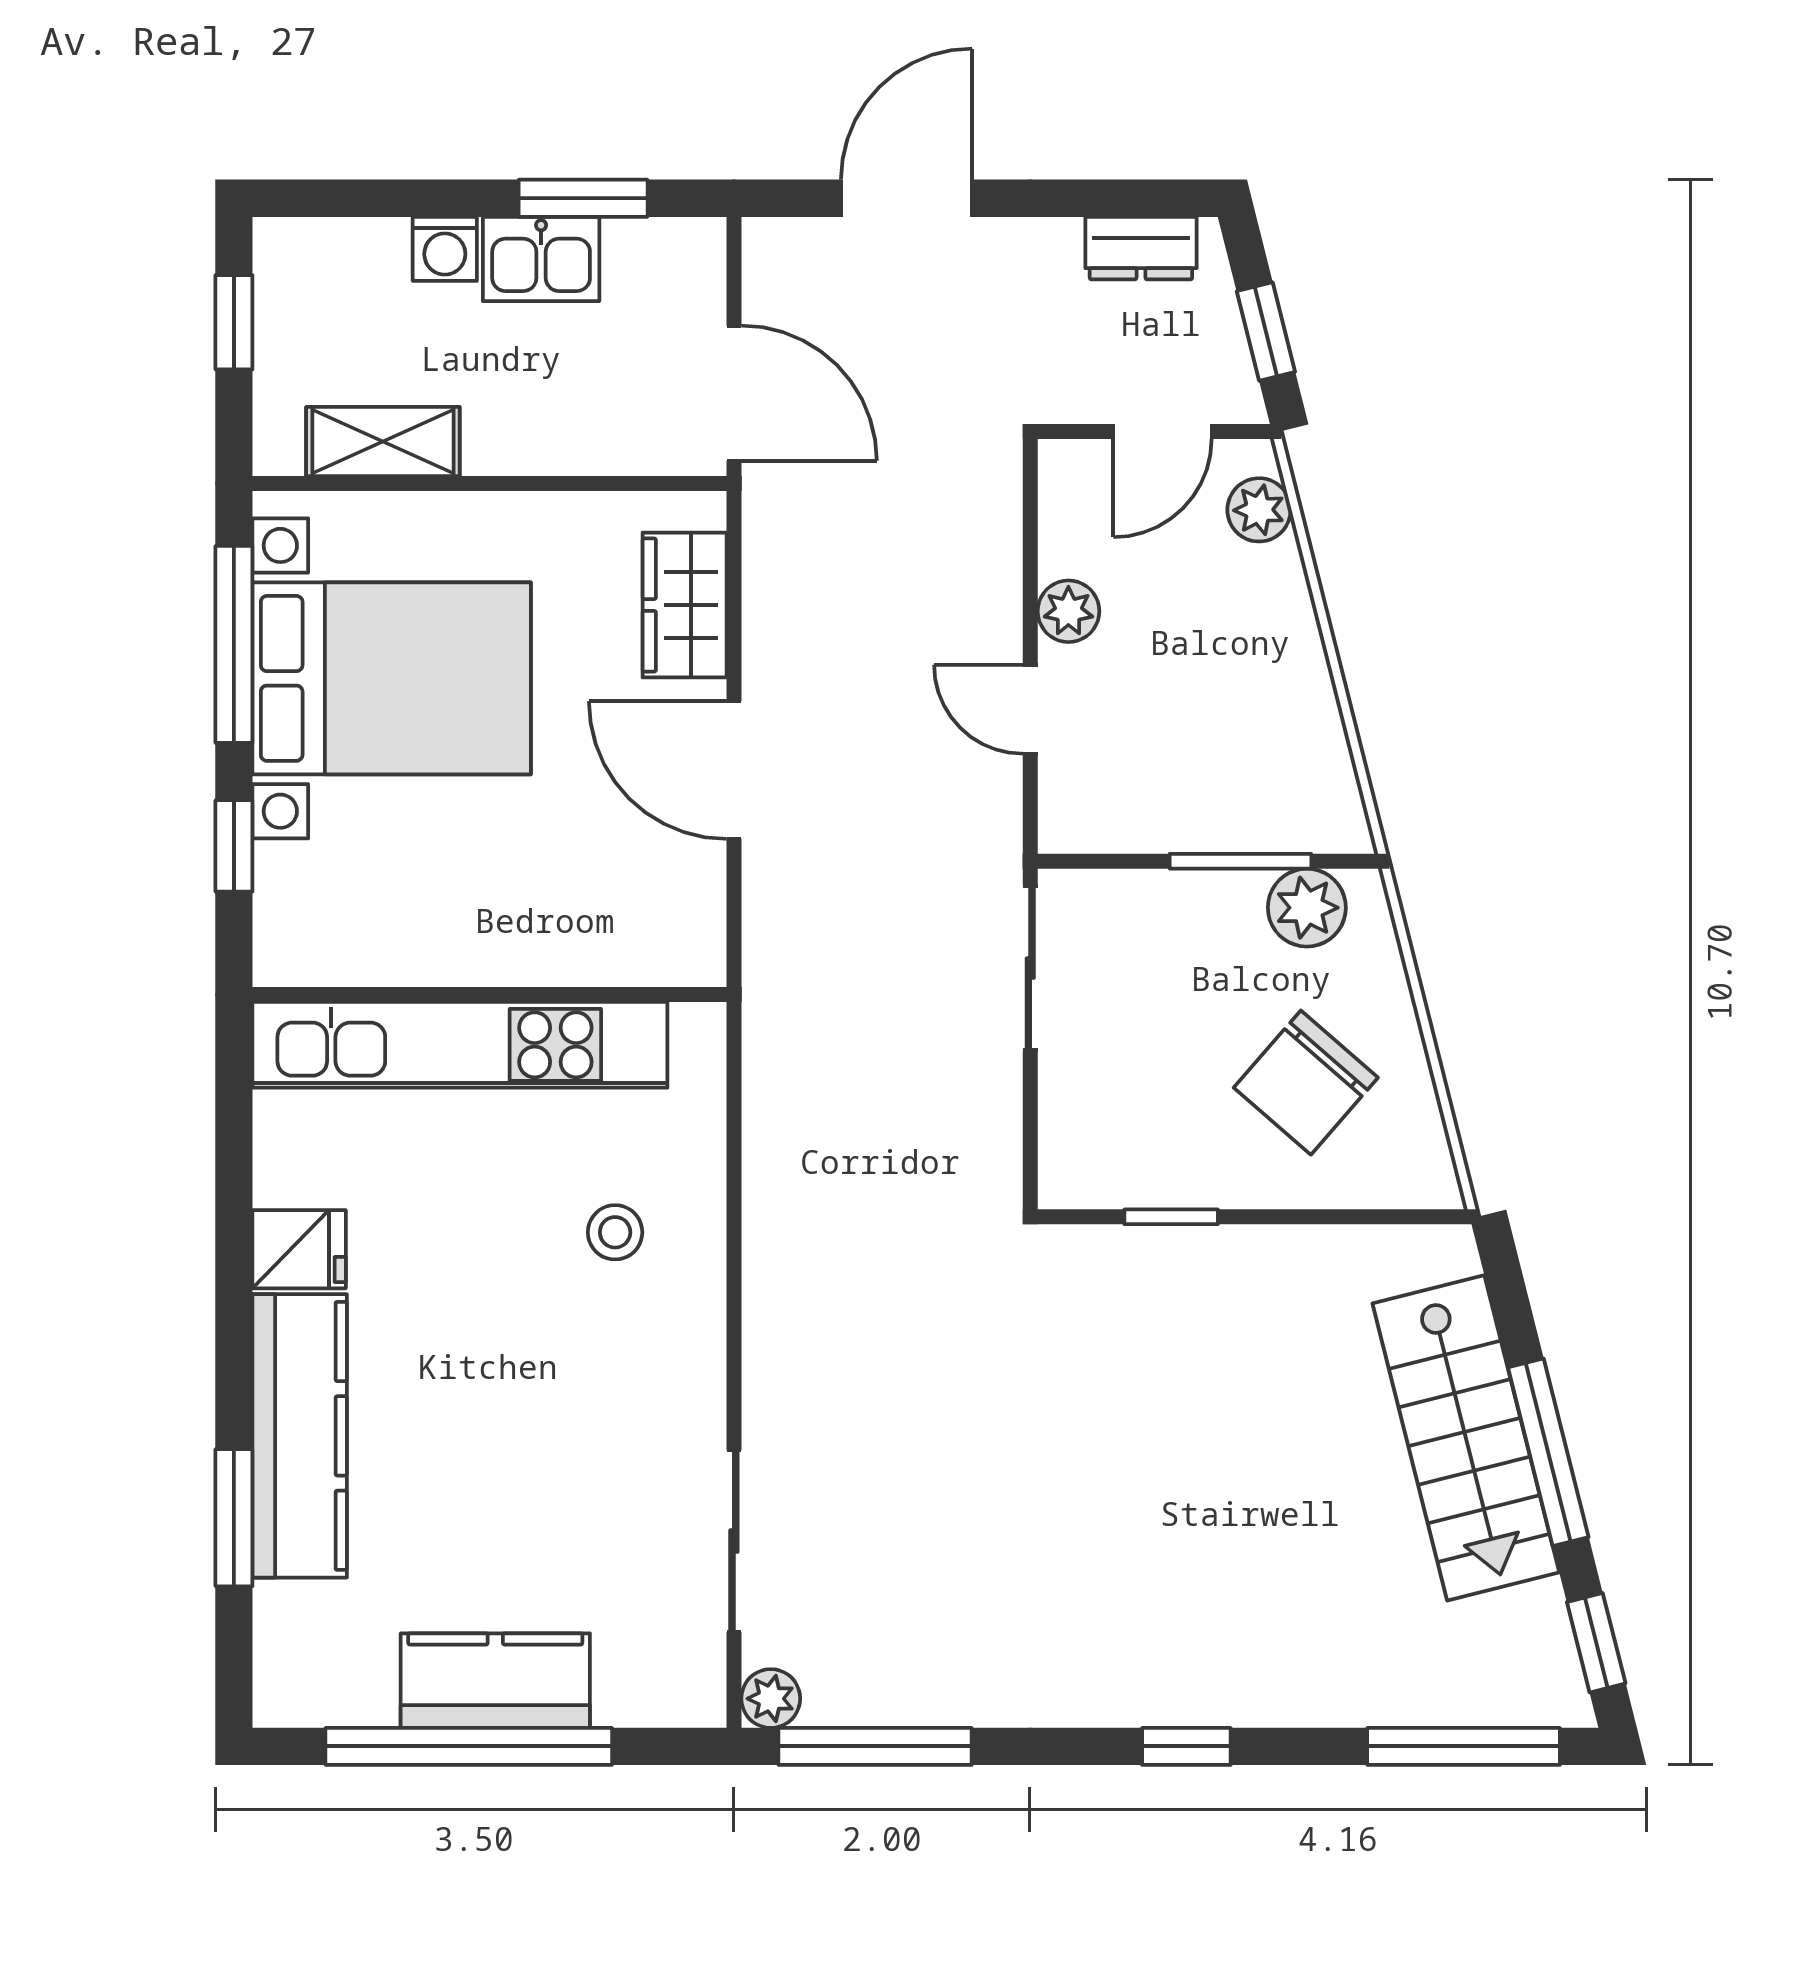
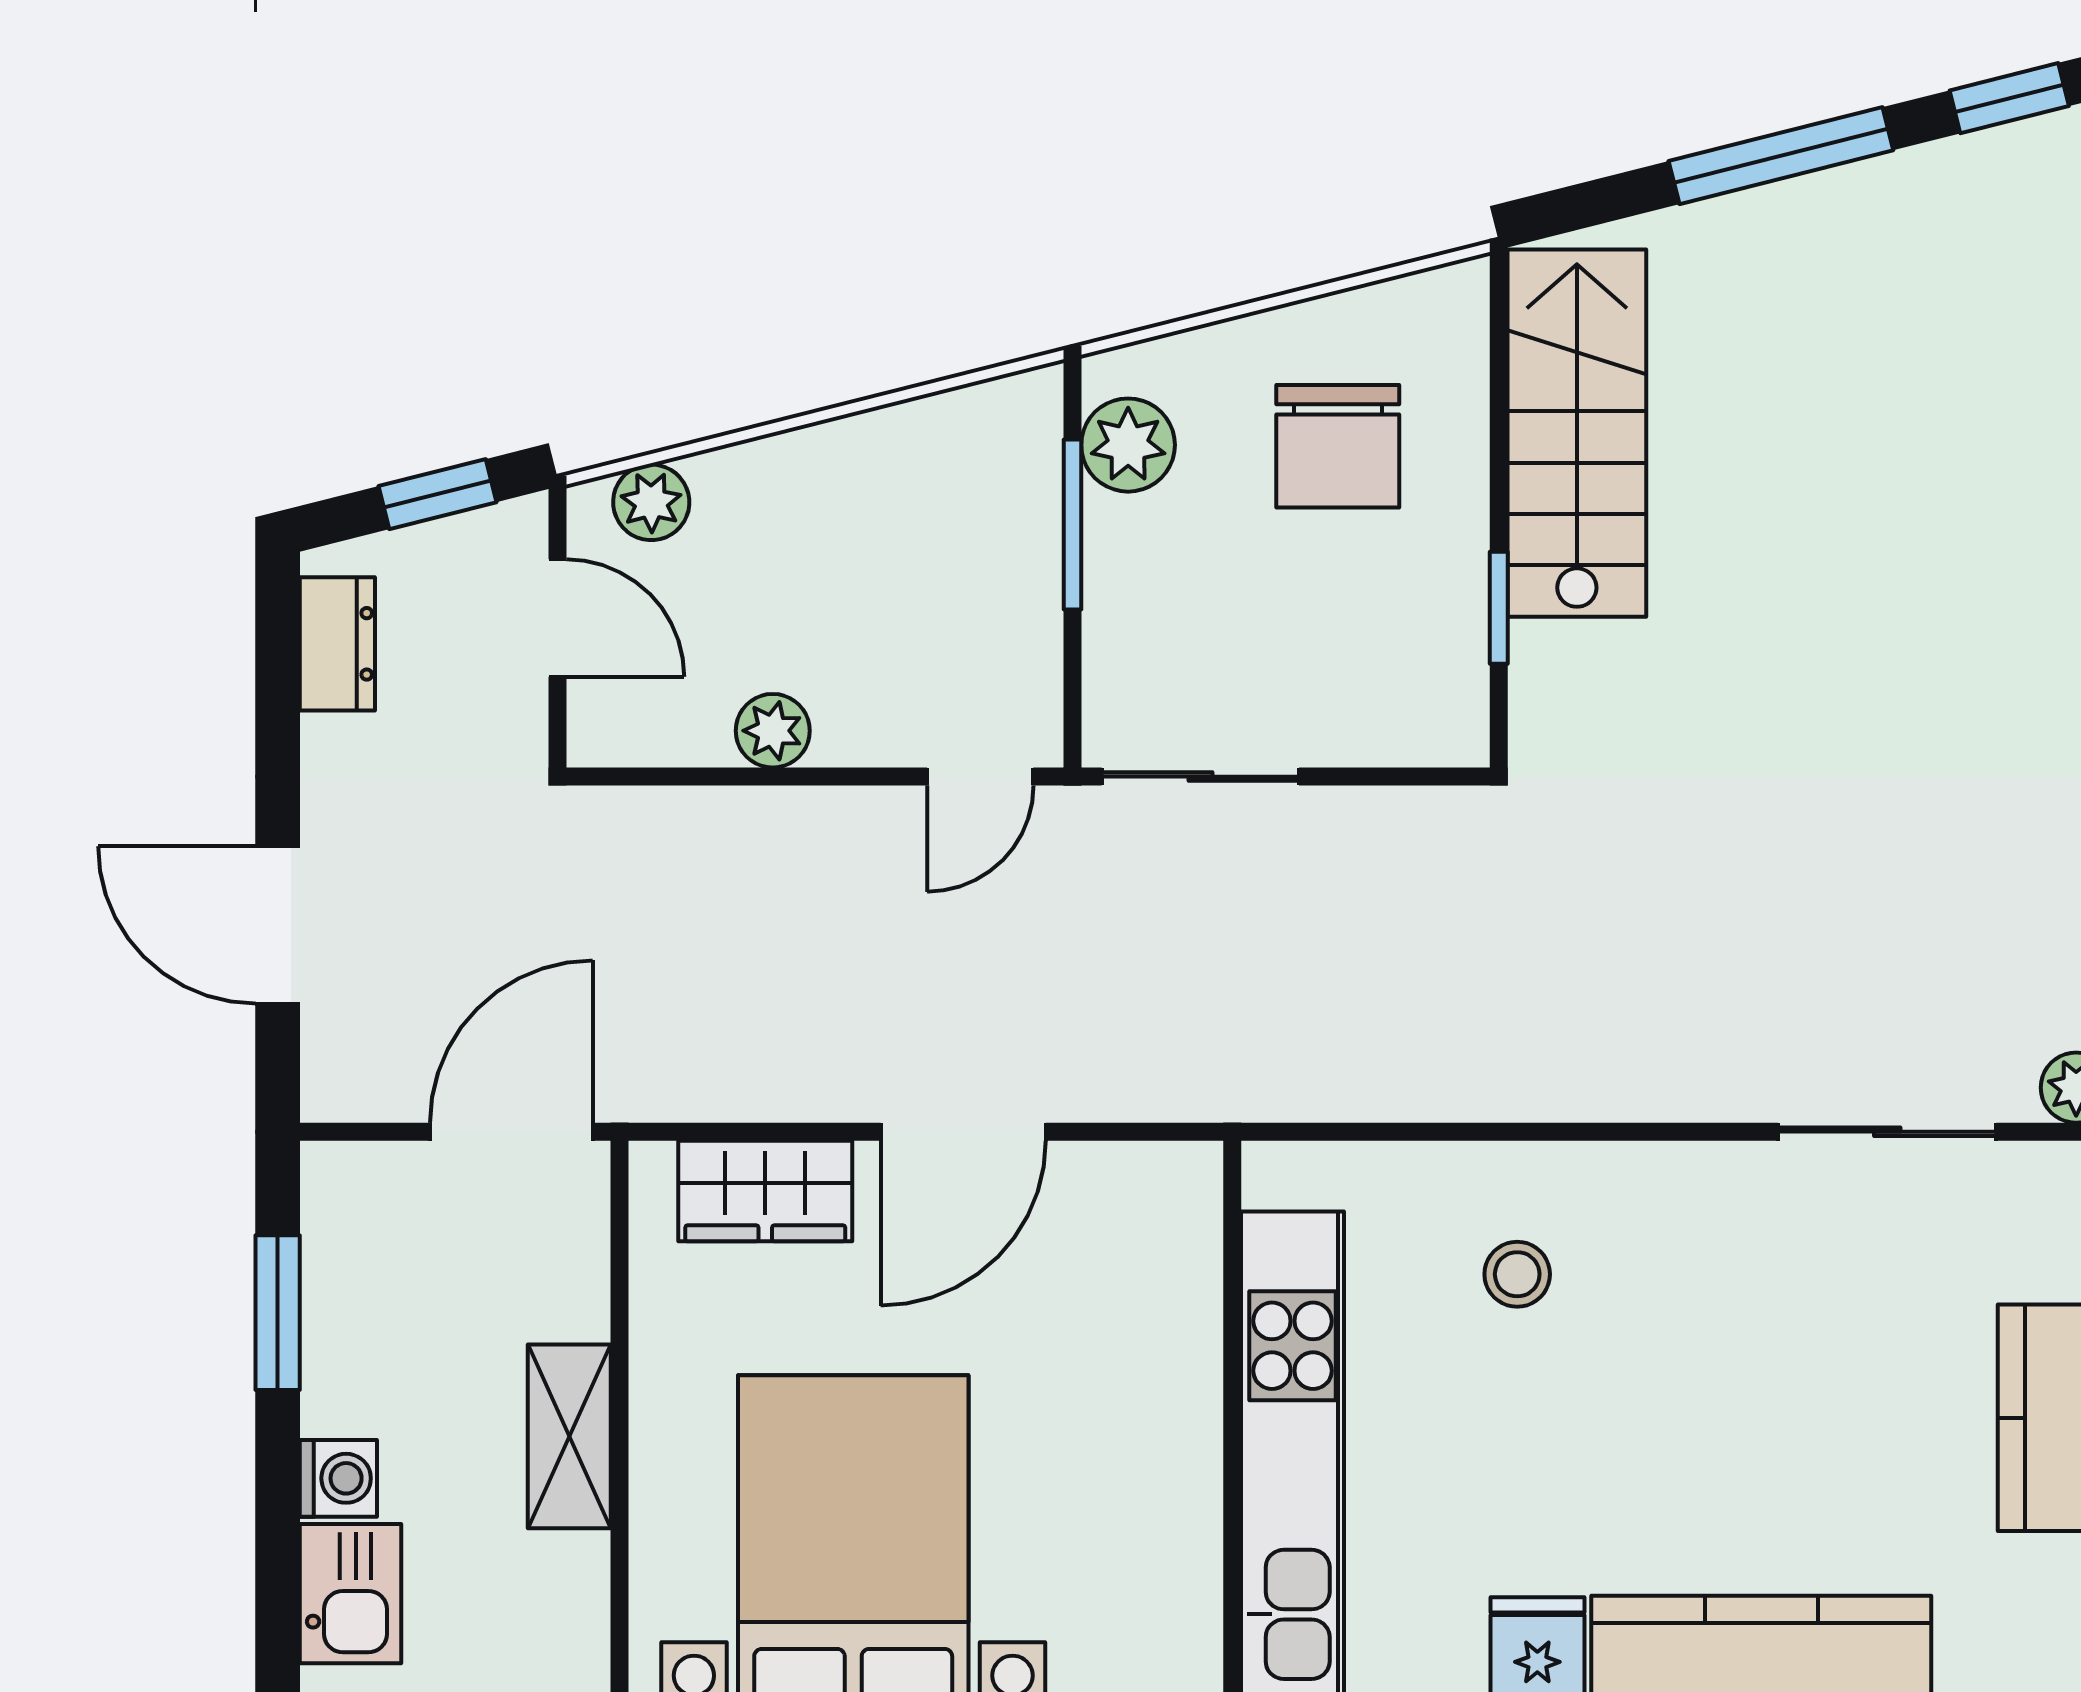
kitchen sink: (541, 259) -> (350, 1594), moved
shelving: (383, 441) -> (569, 1436), moved
door: (1030, 709) -> (980, 777), moved
chair: (1306, 1083) -> (1338, 446), turned 49
stairs: (1466, 1438) -> (1577, 433), moved, turned -76

